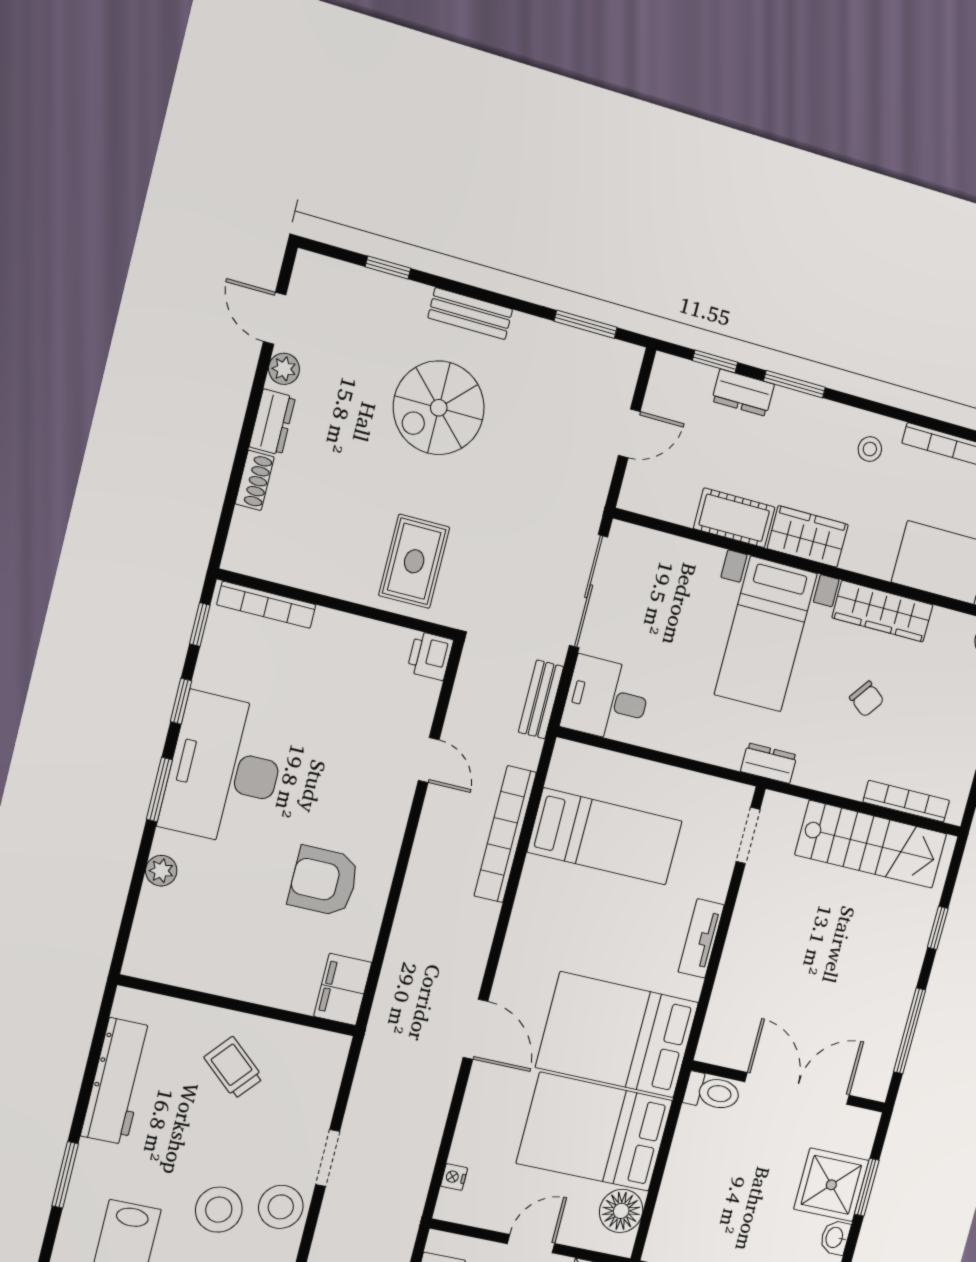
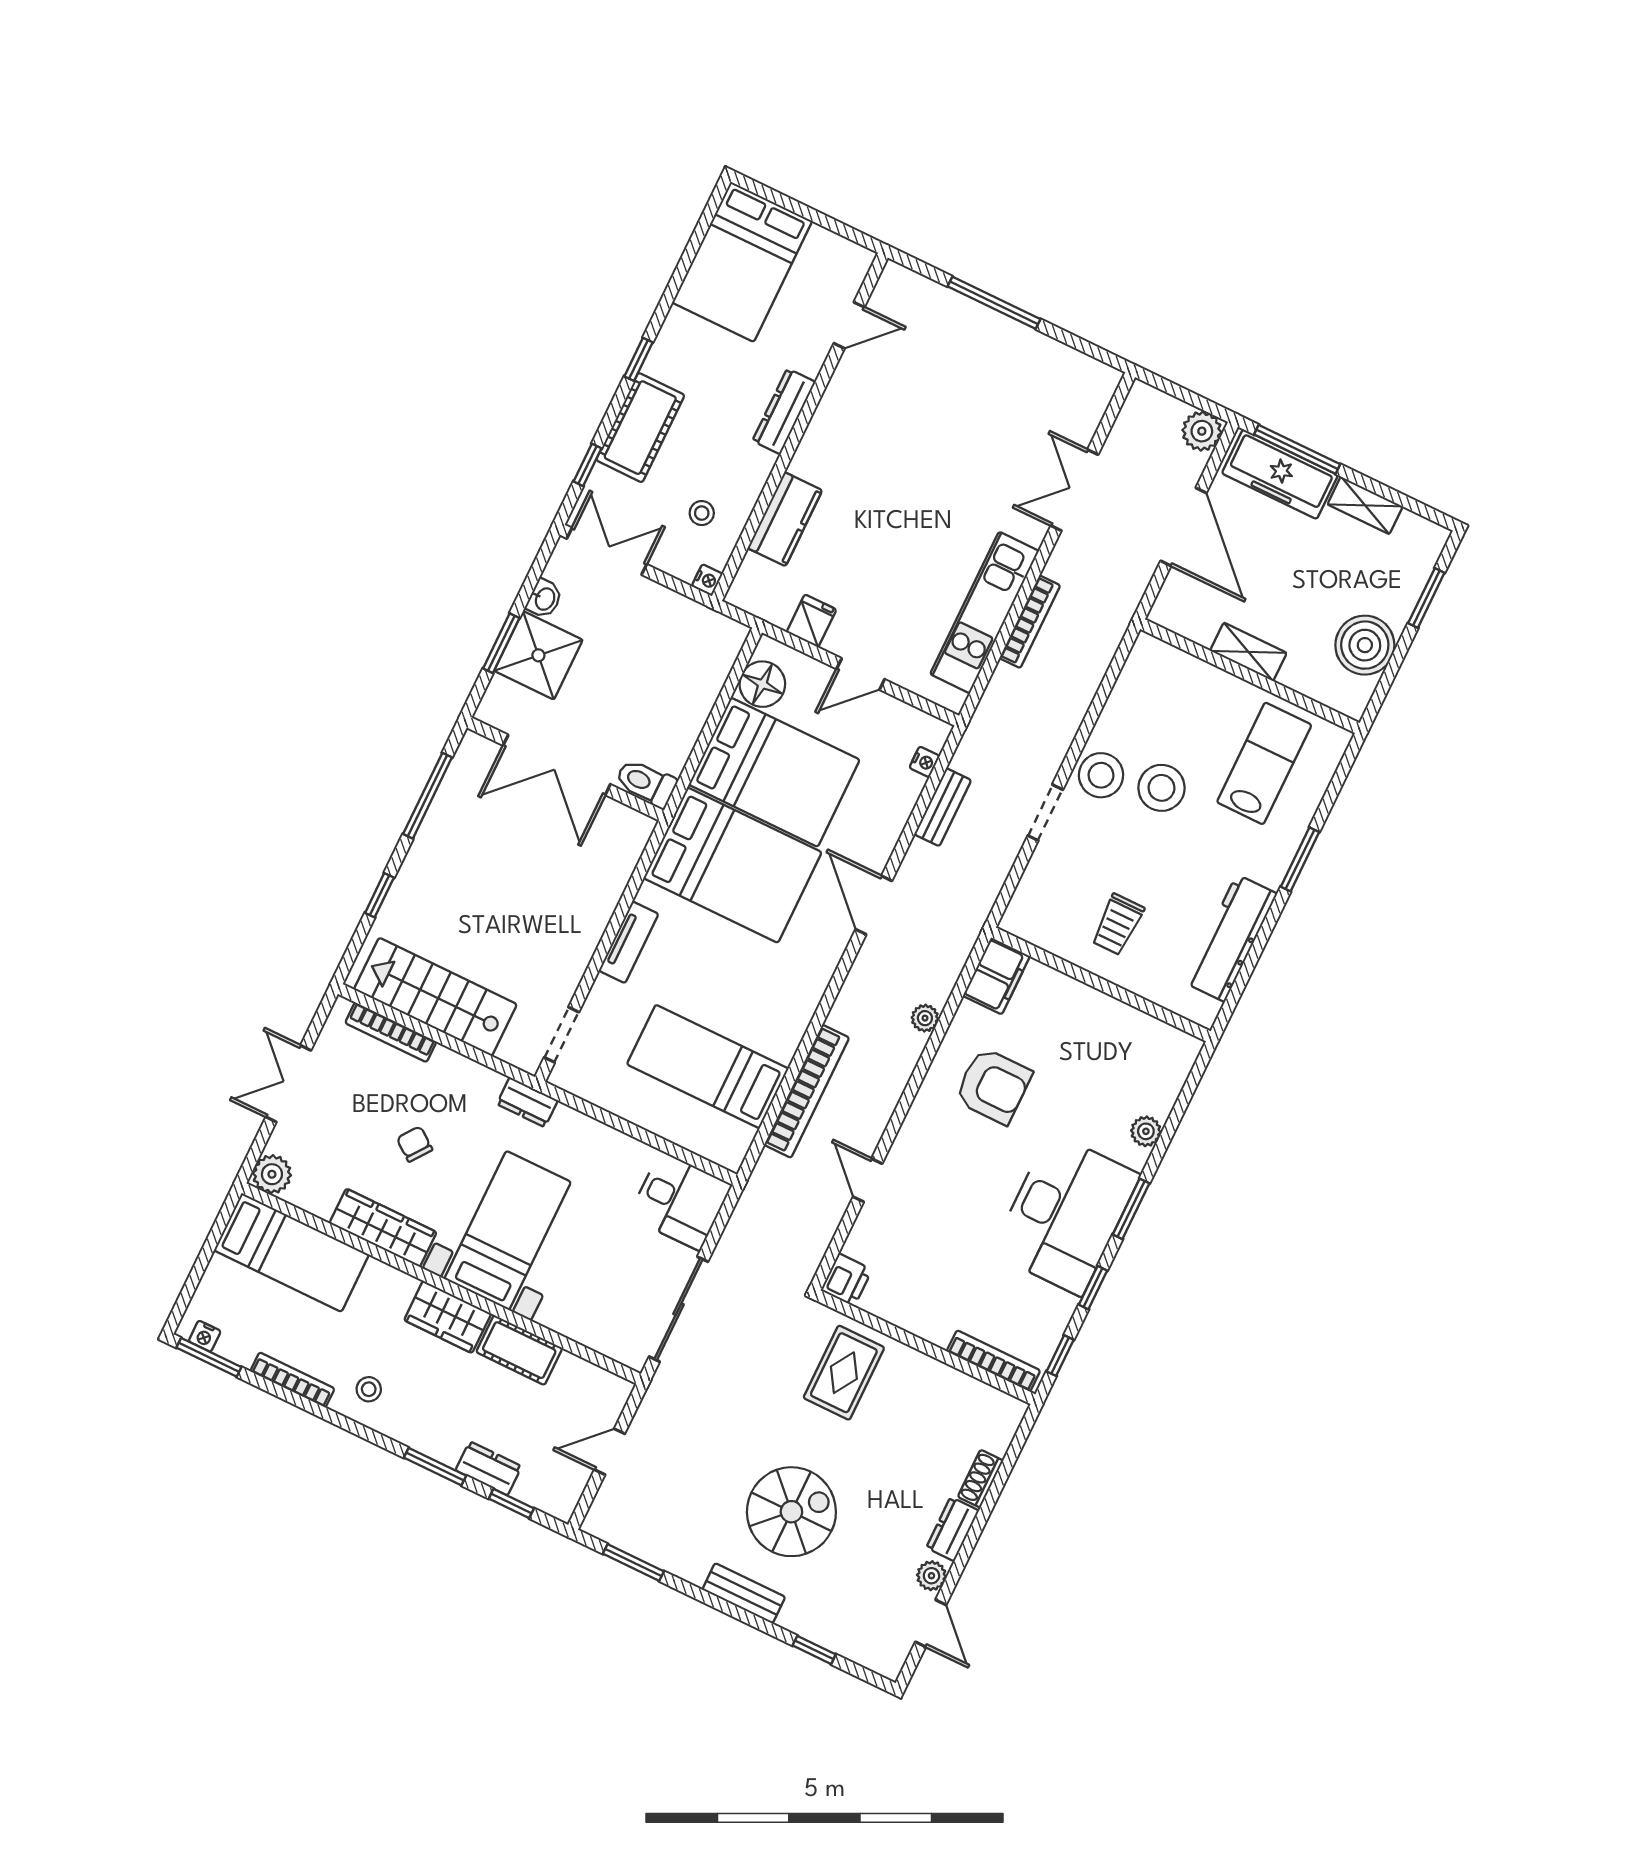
bench: (541, 699) -> (943, 807), moved
plant: (404, 932) -> (925, 1018), added
trolley: (234, 1068) -> (1118, 924), turned 49

